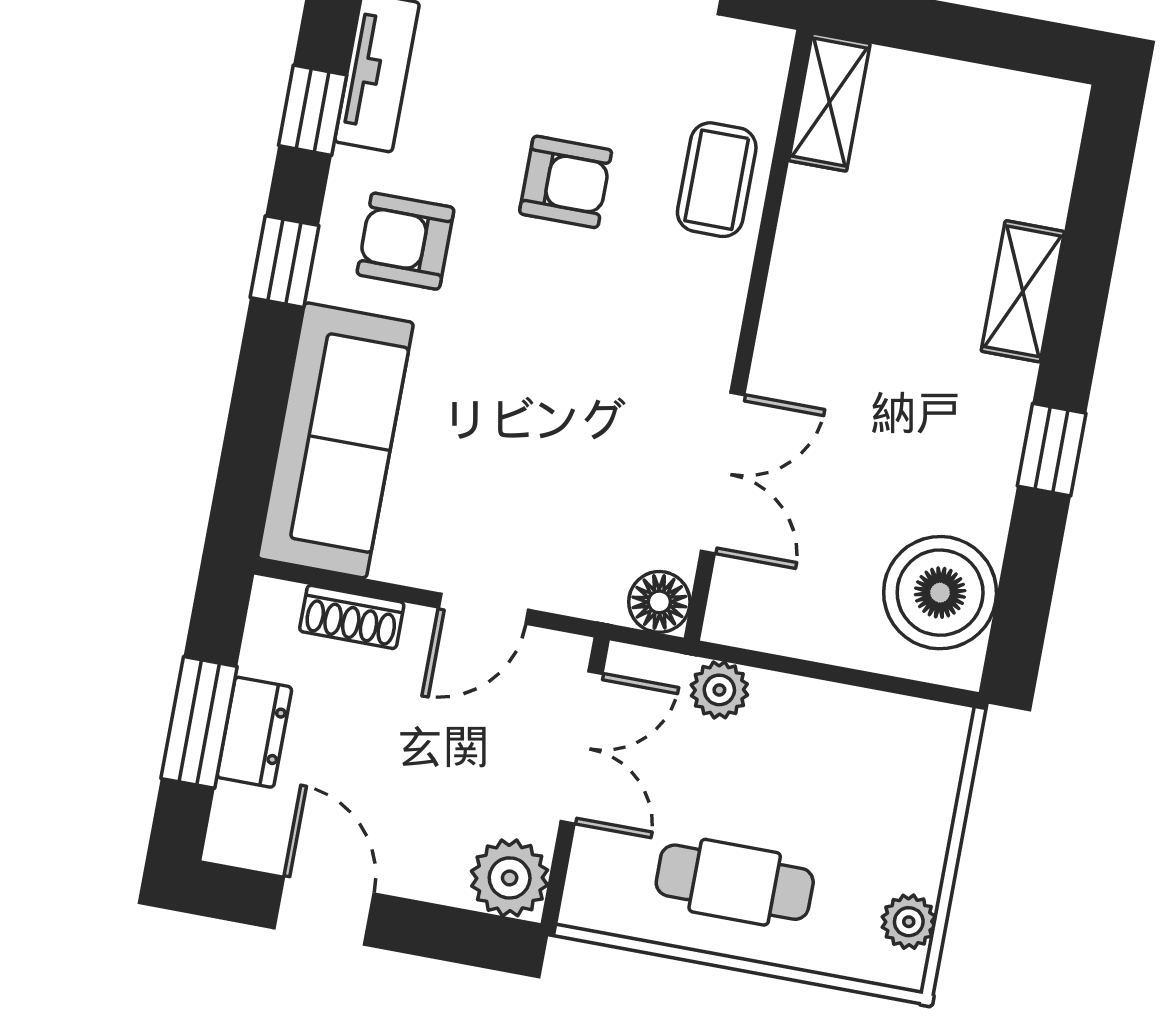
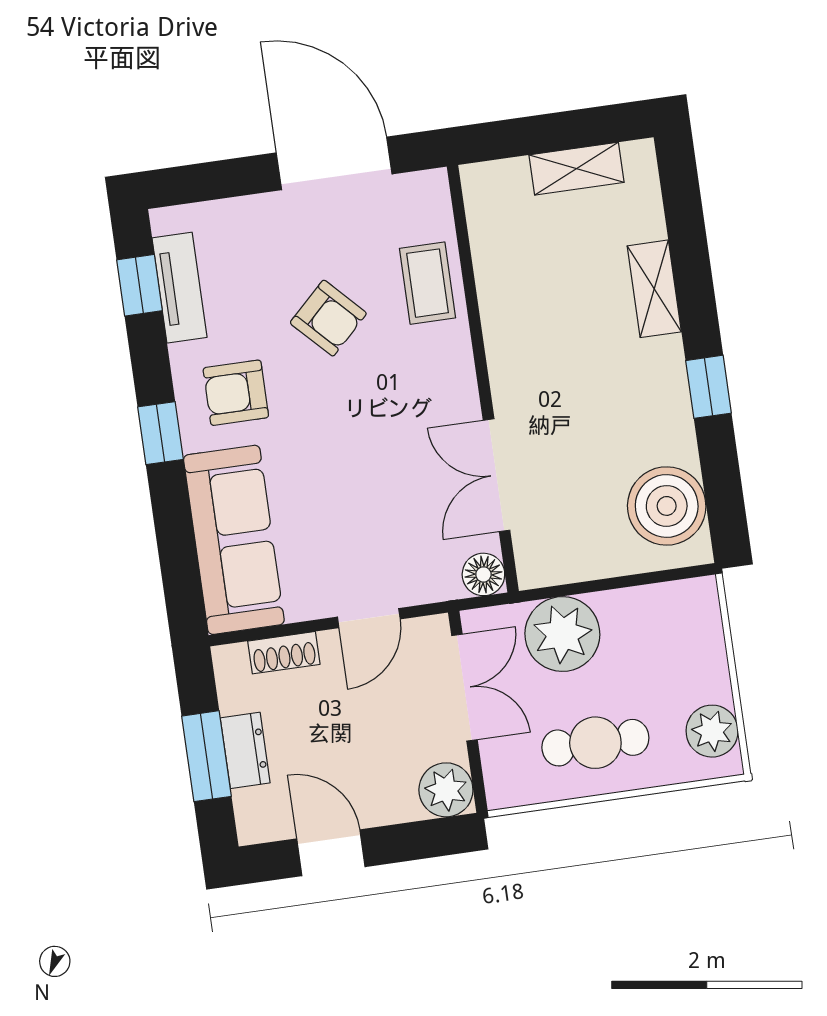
shelving: (829, 102) -> (577, 169), moved, turned 90
window: (313, 110) -> (139, 285), moved
armchair: (566, 182) -> (328, 318), turned 46
double door: (723, 473) -> (497, 475), swing flipped
plant: (719, 690) -> (562, 634), width x1.87, depth x1.87
plant: (909, 922) -> (712, 731), width x1.38, depth x1.38

